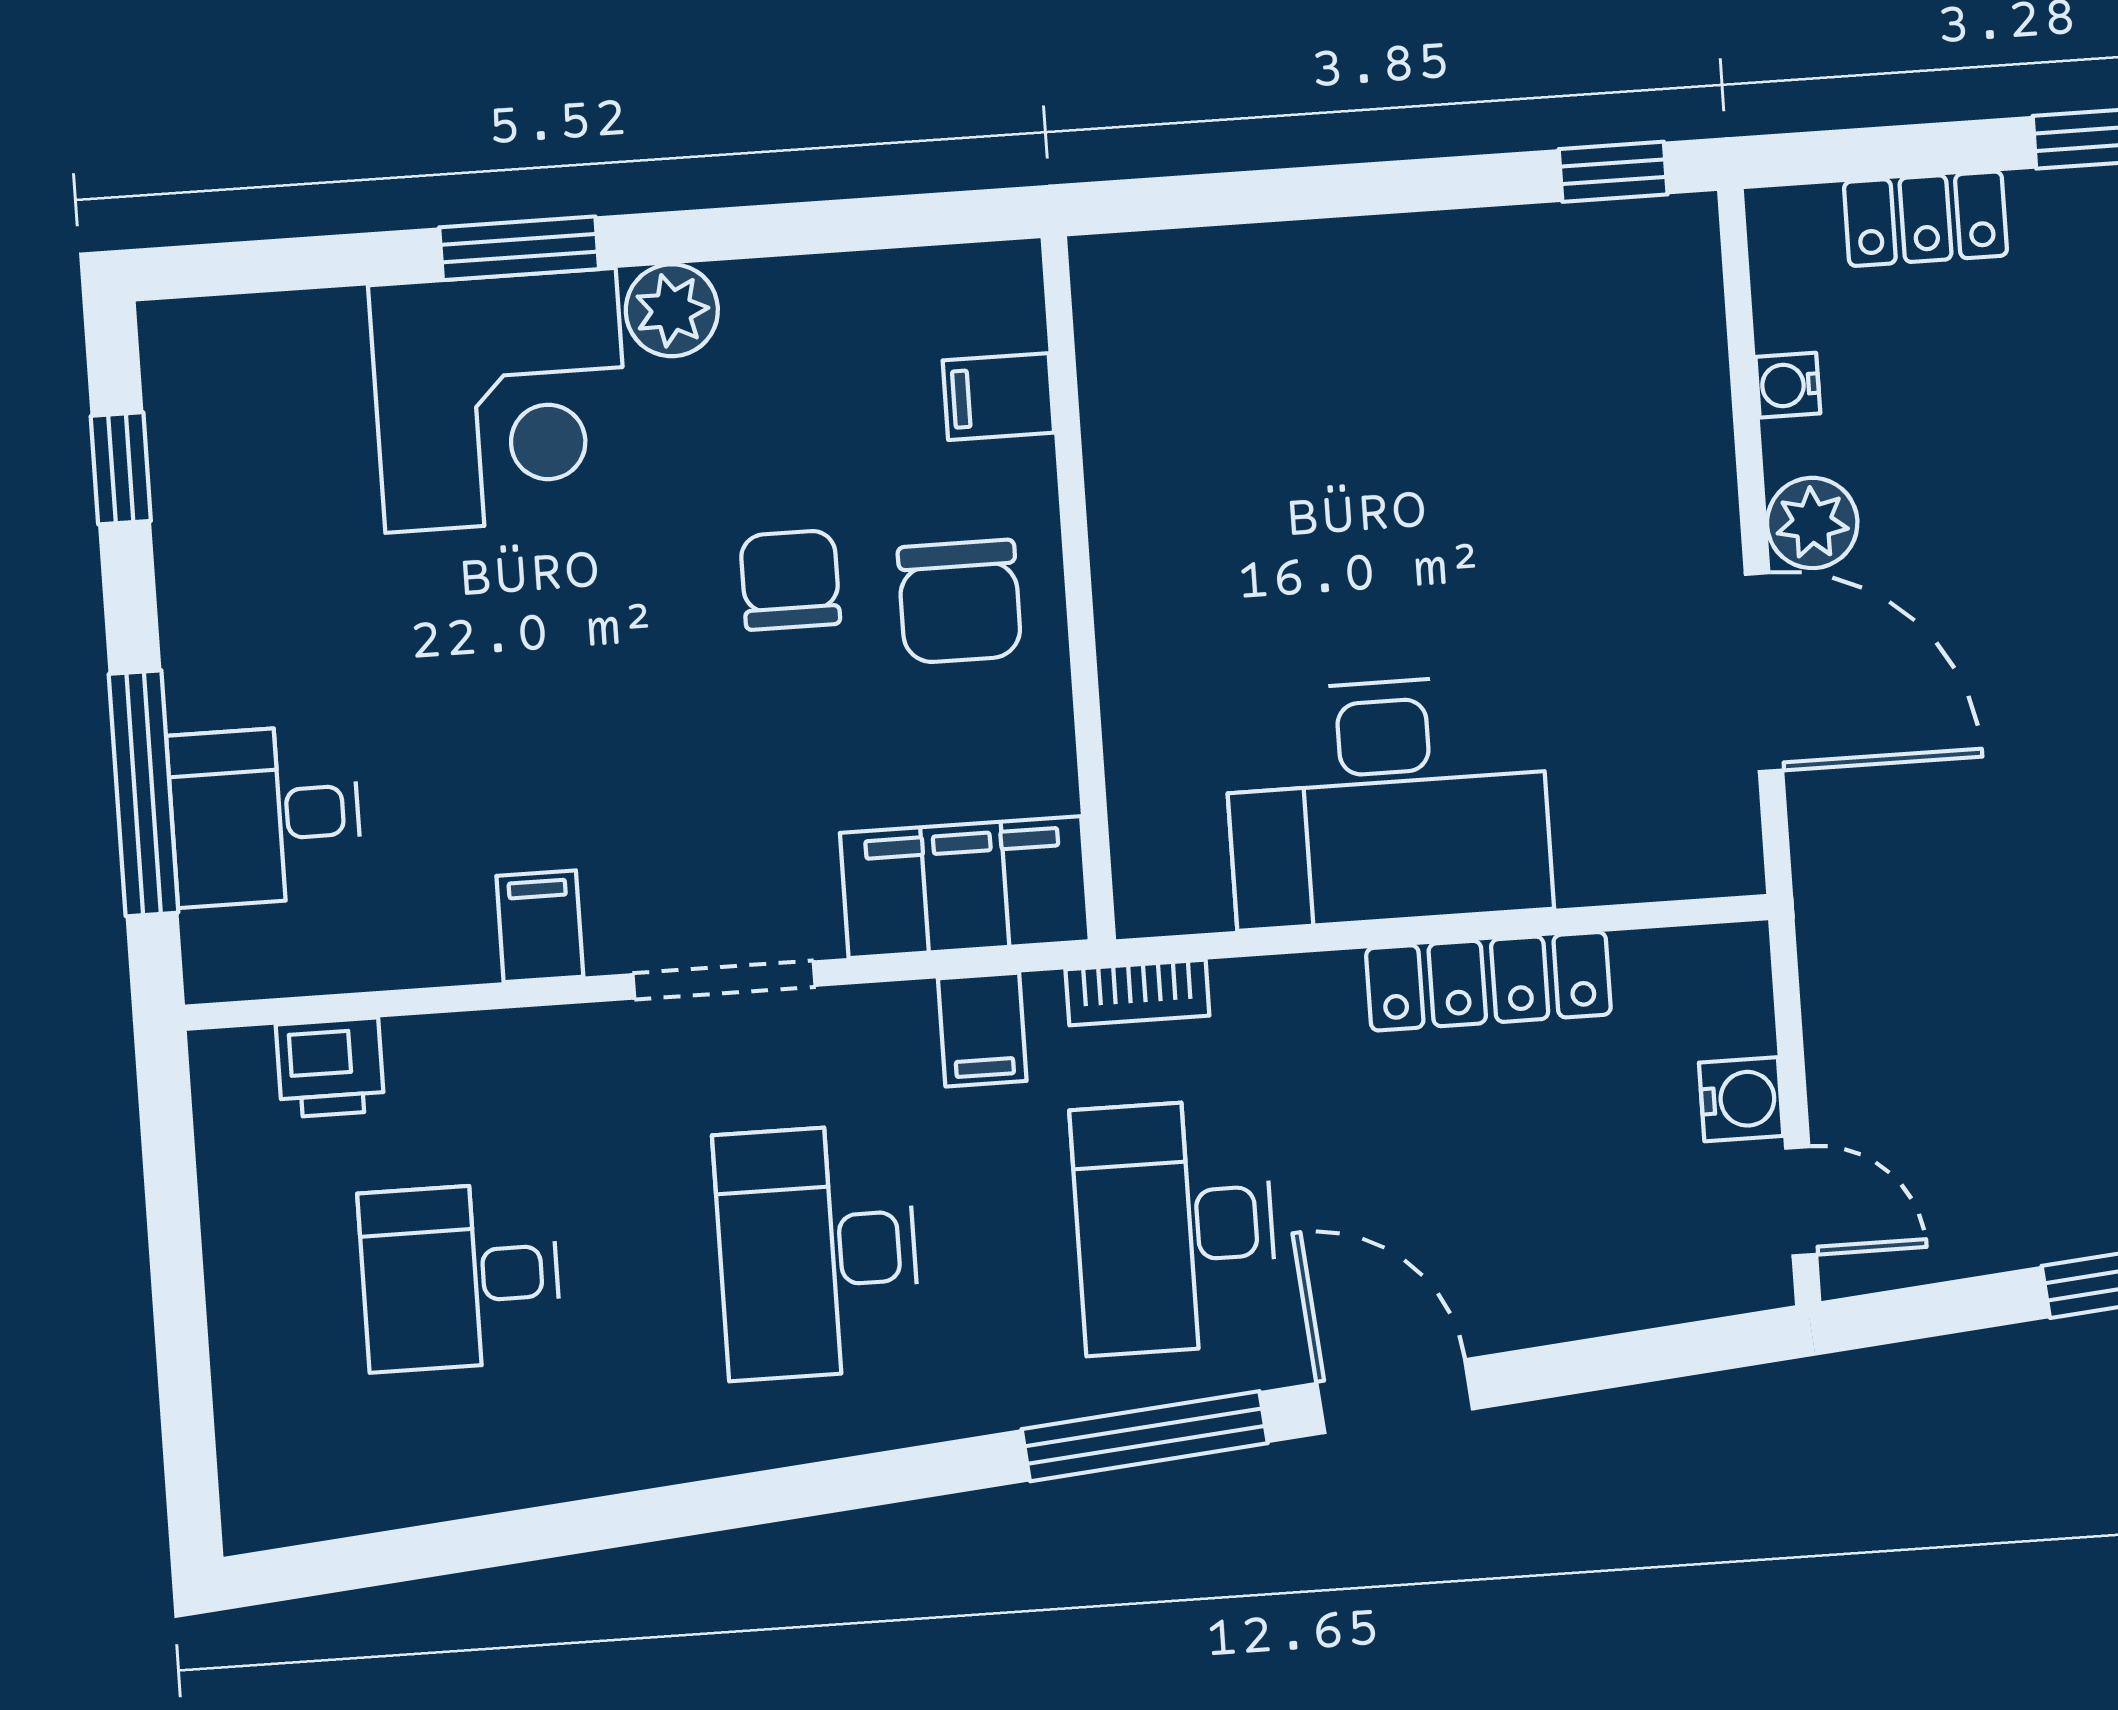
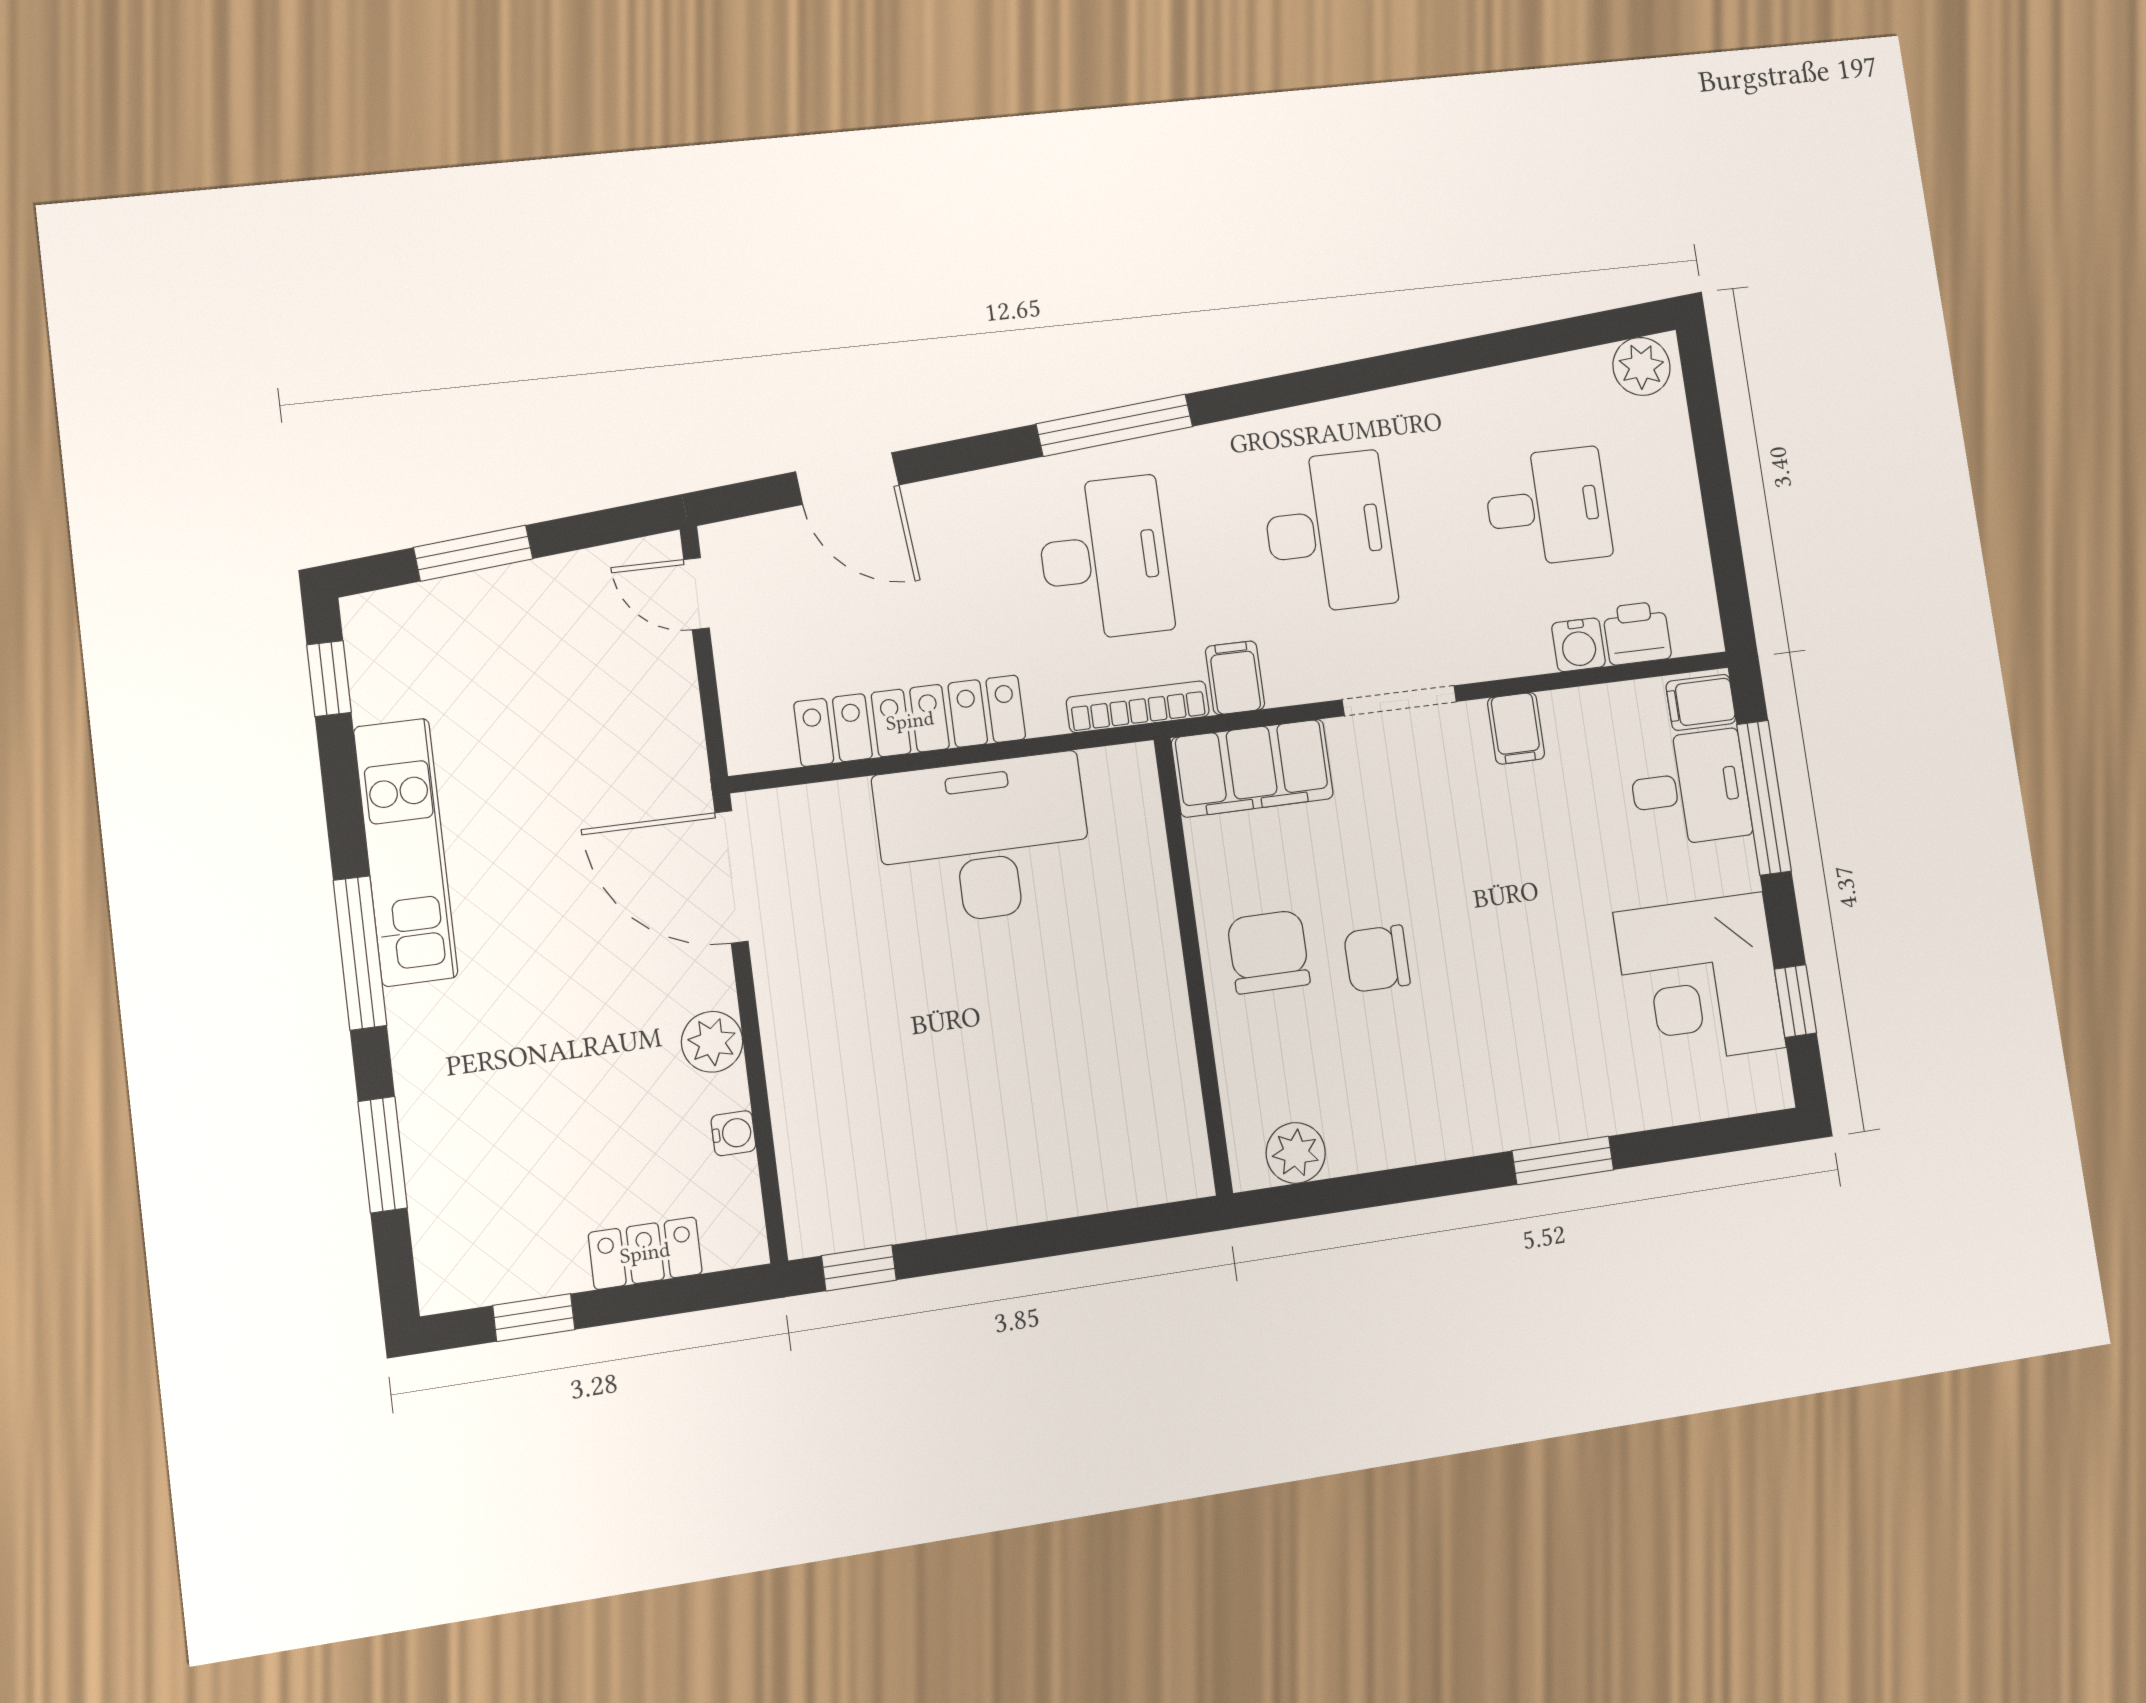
plant: (672, 310) -> (1296, 1153), moved
filing cabinet: (998, 397) -> (1701, 702), moved, turned 180
corner desk: (500, 400) -> (1700, 980), moved, turned -90
chair: (790, 580) -> (1377, 959), turned 90
door: (1764, 672) -> (731, 877), moved
locker: (1488, 981) -> (910, 721), width x1.41, depth x1.21
bookcase: (1137, 992) -> (1138, 707), width x1.56
water cooler: (1741, 1099) -> (1578, 645), moved, turned -90
door: (1395, 1396) -> (847, 478), moved
plant: (286, 1499) -> (1641, 366), added

